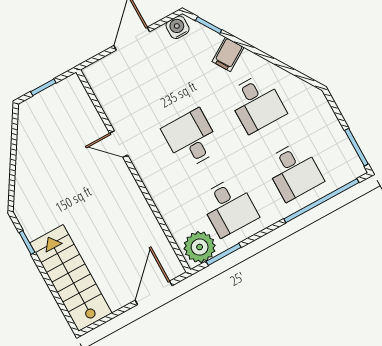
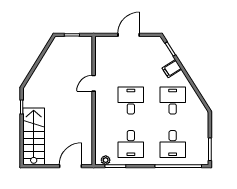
water cooler: (178, 27) -> (154, 42), removed
desk: (257, 103) -> (173, 100), turned 180
door: (119, 144) -> (94, 83), hinge flipped
plant: (200, 247) -> (106, 160), width x0.53, depth x0.53

